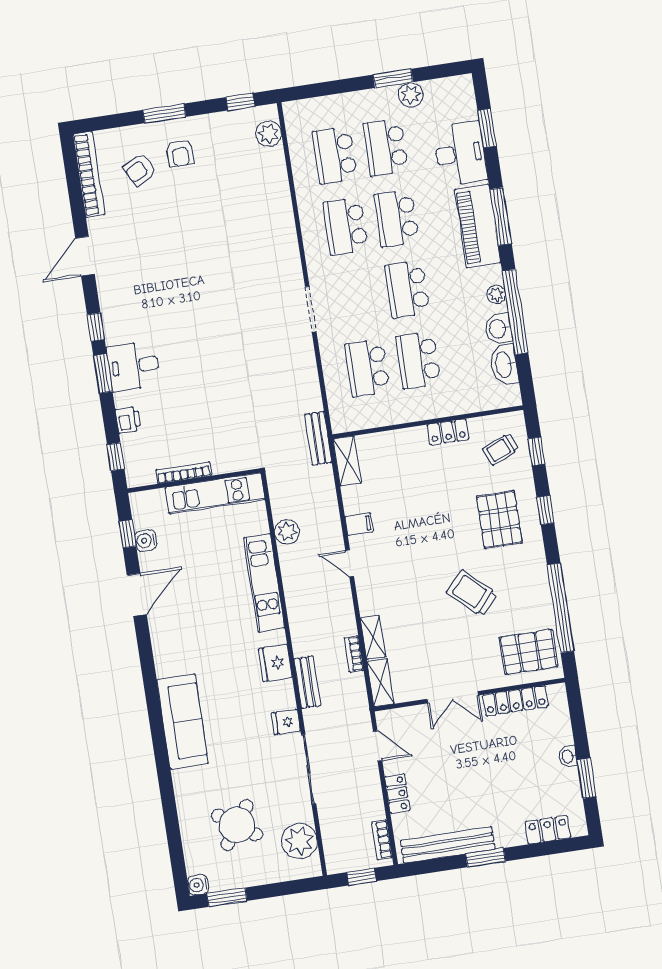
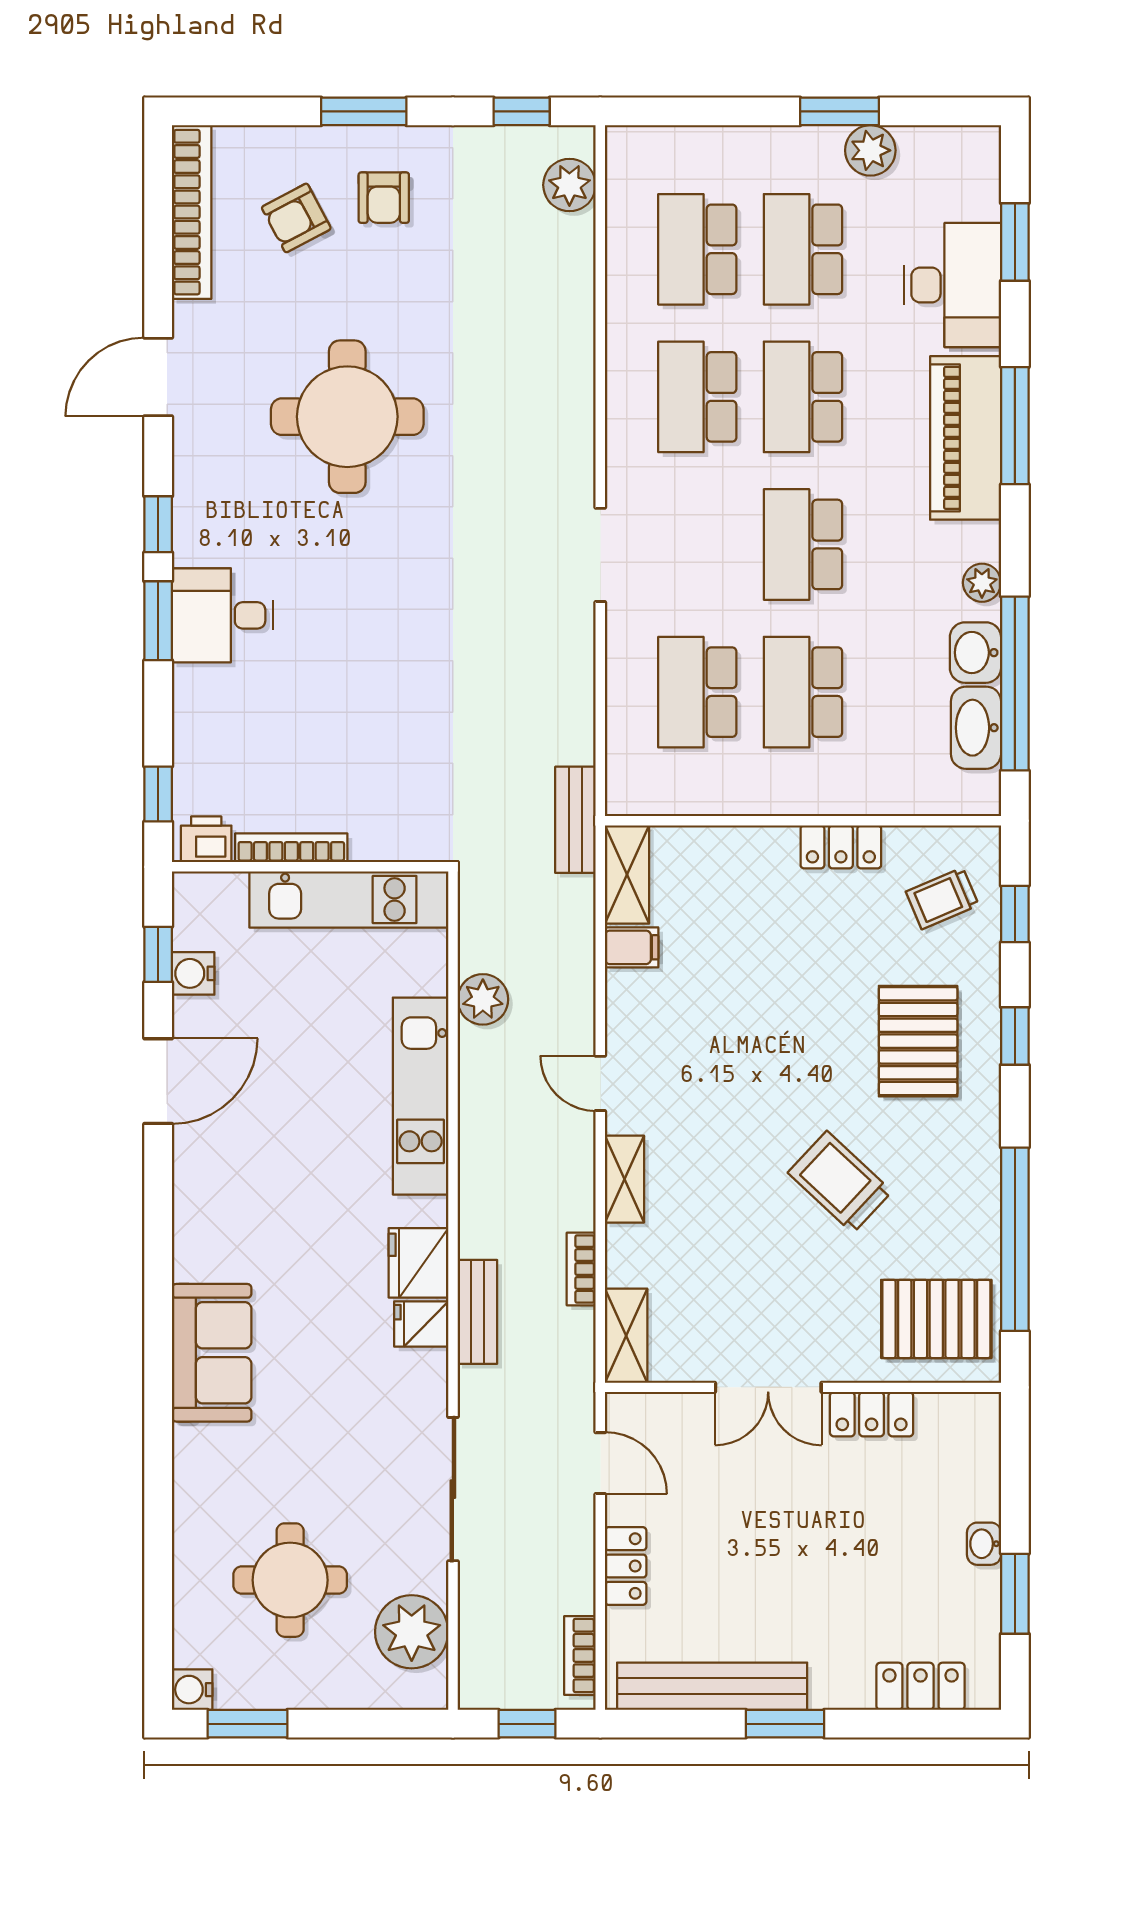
round table: (179, 261) -> (347, 417), added
window: (515, 312) -> (1015, 684), moved
printer: (128, 420) -> (206, 839), moved, turned -90
filing cabinet: (359, 524) -> (632, 947), moved
shelving: (373, 638) -> (624, 1179), moved
locker: (515, 701) -> (872, 1414), width x0.66
sofa: (183, 721) -> (212, 1353), width x0.73
fridge: (286, 722) -> (421, 1324), moved
round table: (237, 825) -> (290, 1580), turned -35

